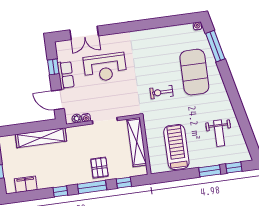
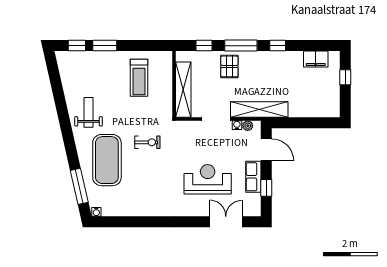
weight bench: (219, 133) -> (89, 112), moved
shelving: (41, 138) -> (259, 109), moved
treadmill: (176, 147) -> (139, 78), width x0.73, depth x0.73

